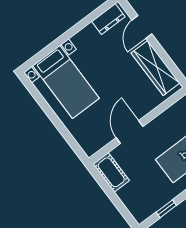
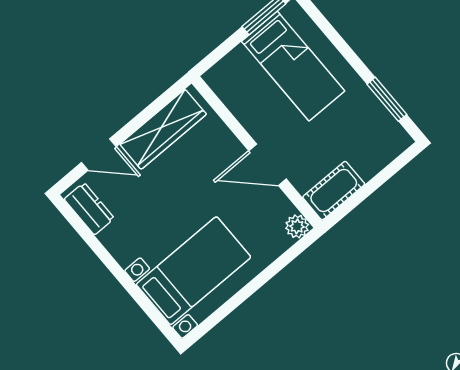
plant: (90, 148) -> (297, 226), added
window: (166, 209) -> (387, 99), width x1.50

